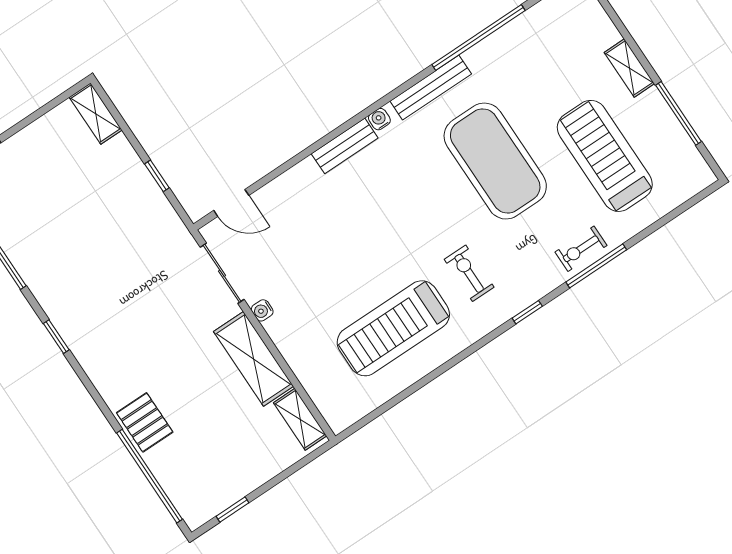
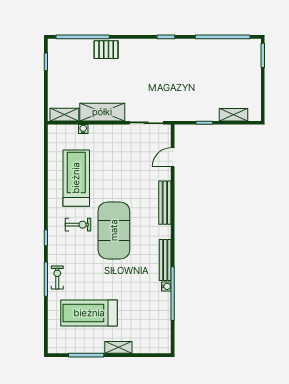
shelving: (96, 114) -> (233, 115), moved
water cooler: (379, 119) -> (166, 286), moved
bench: (345, 146) -> (165, 203), width x1.36
treadmill: (605, 156) -> (89, 313), turned 180
exercise mat: (495, 161) -> (114, 230), moved, turned 90
door: (231, 203) -> (173, 157), moved
water cooler: (262, 310) -> (83, 129), moved

